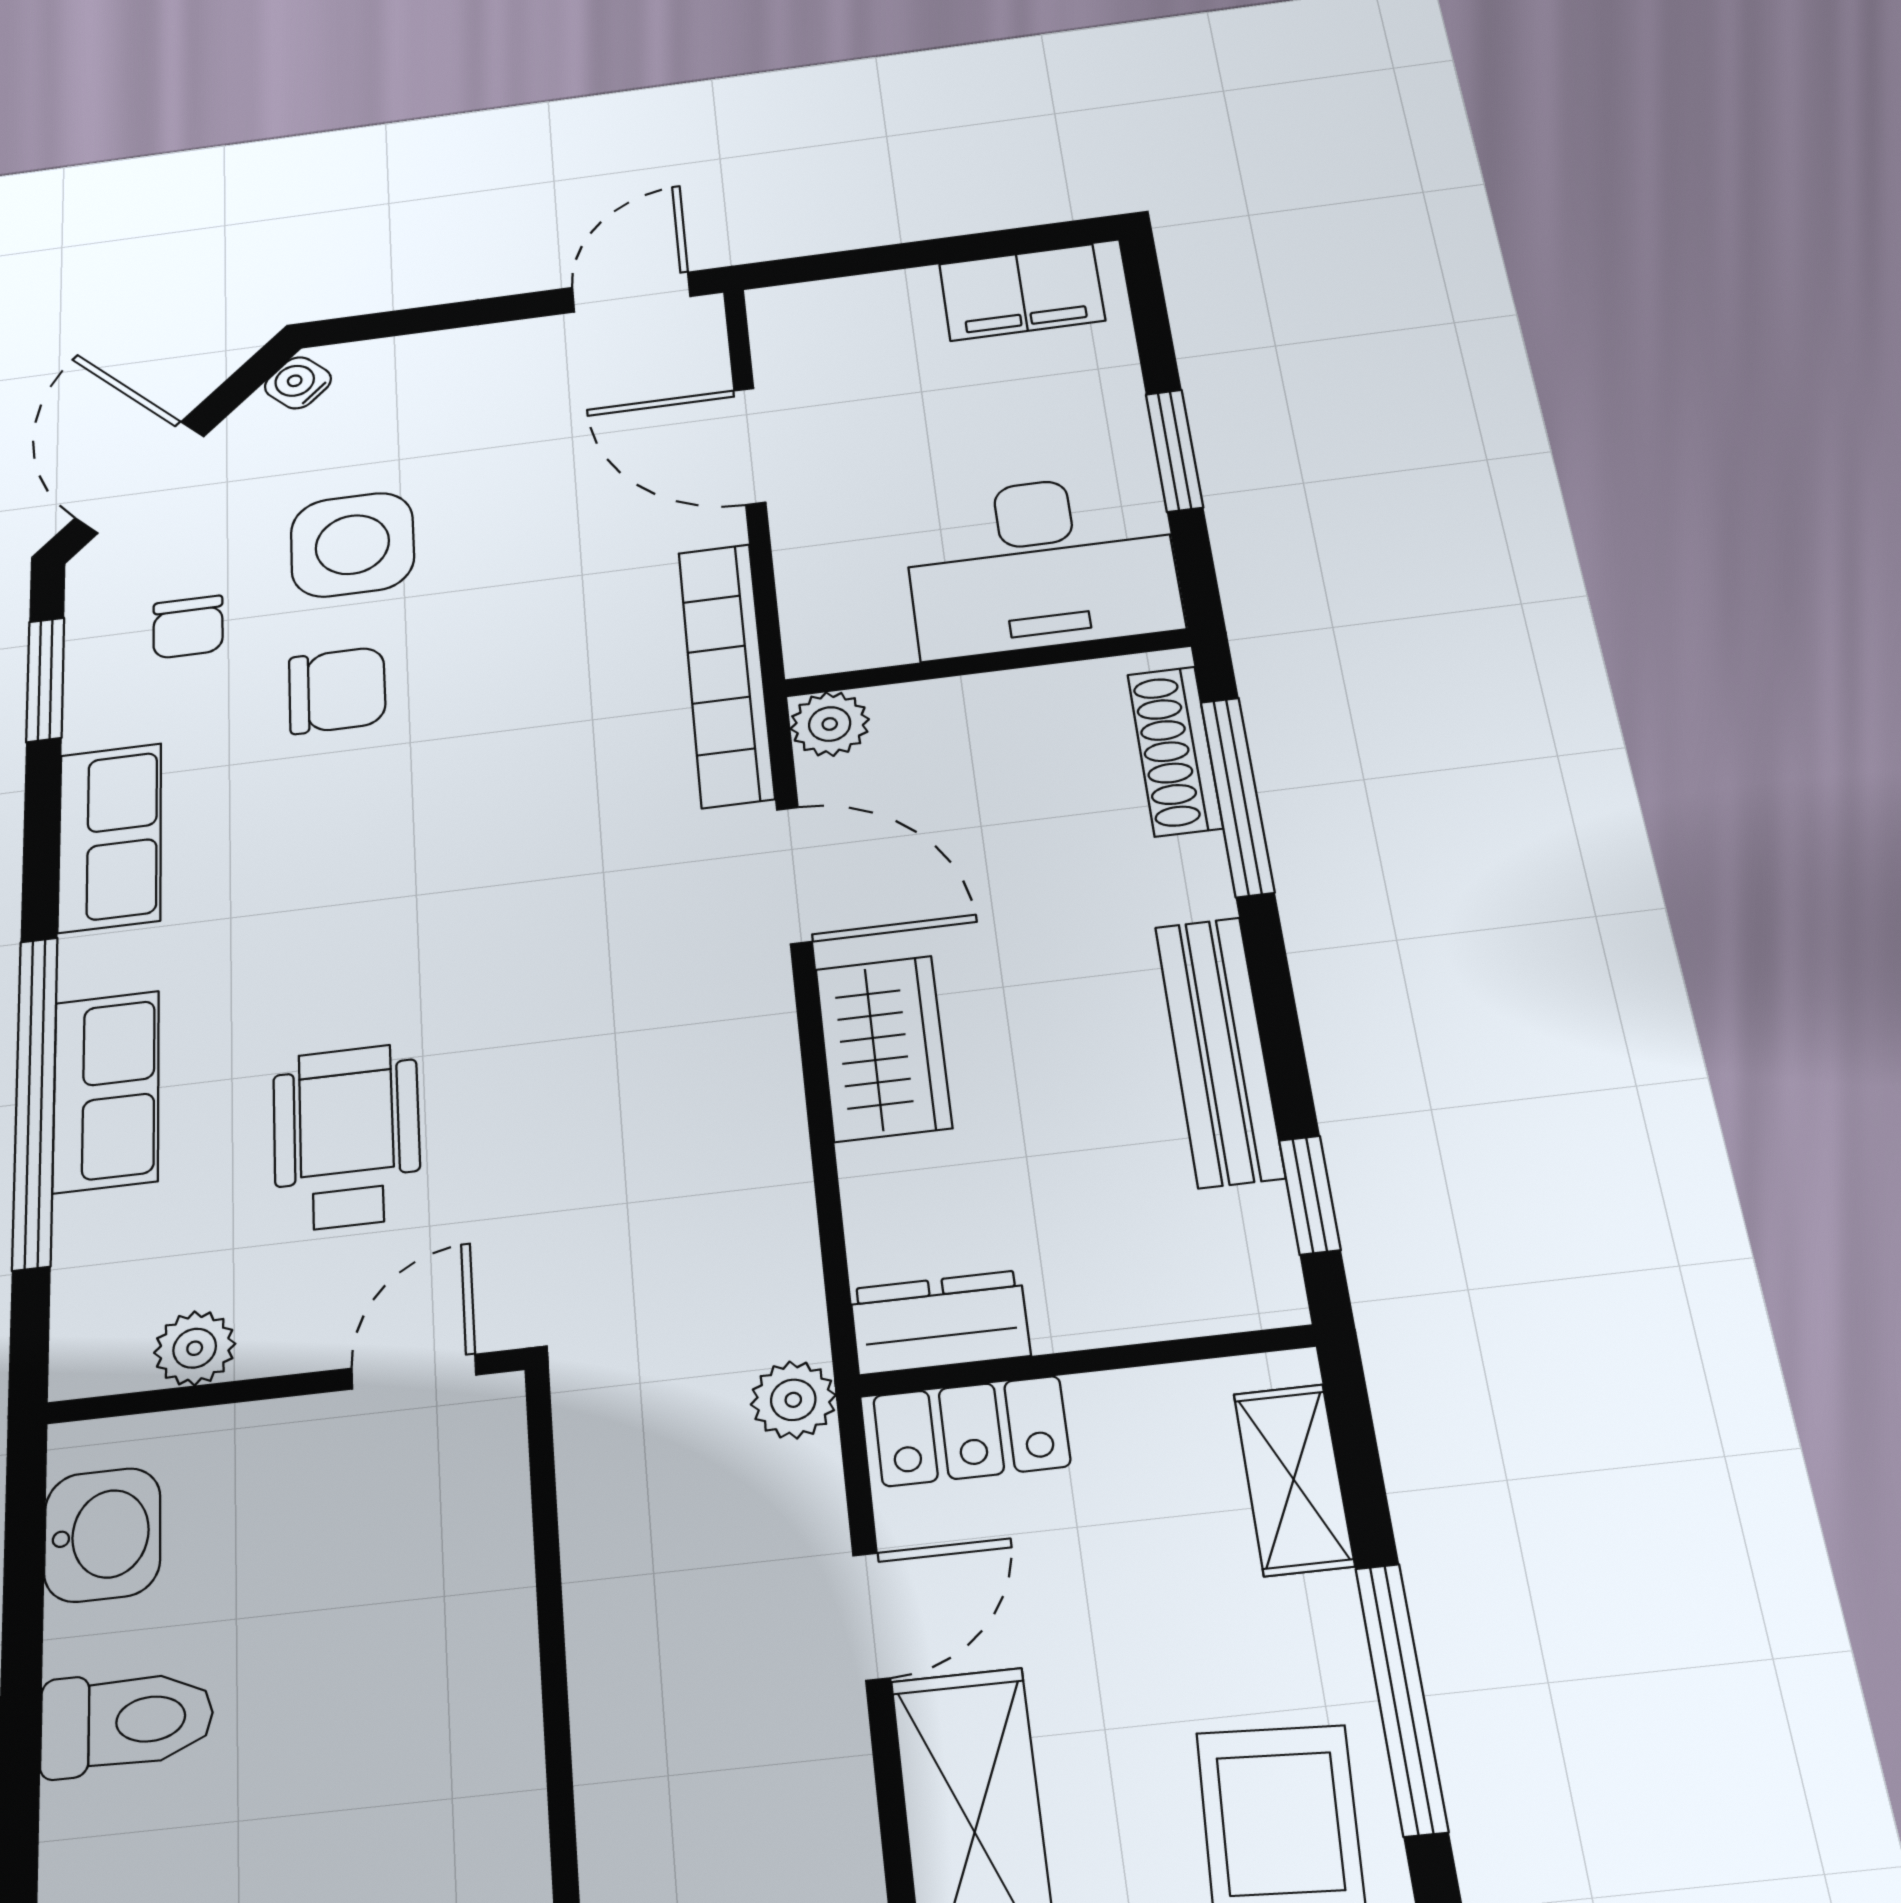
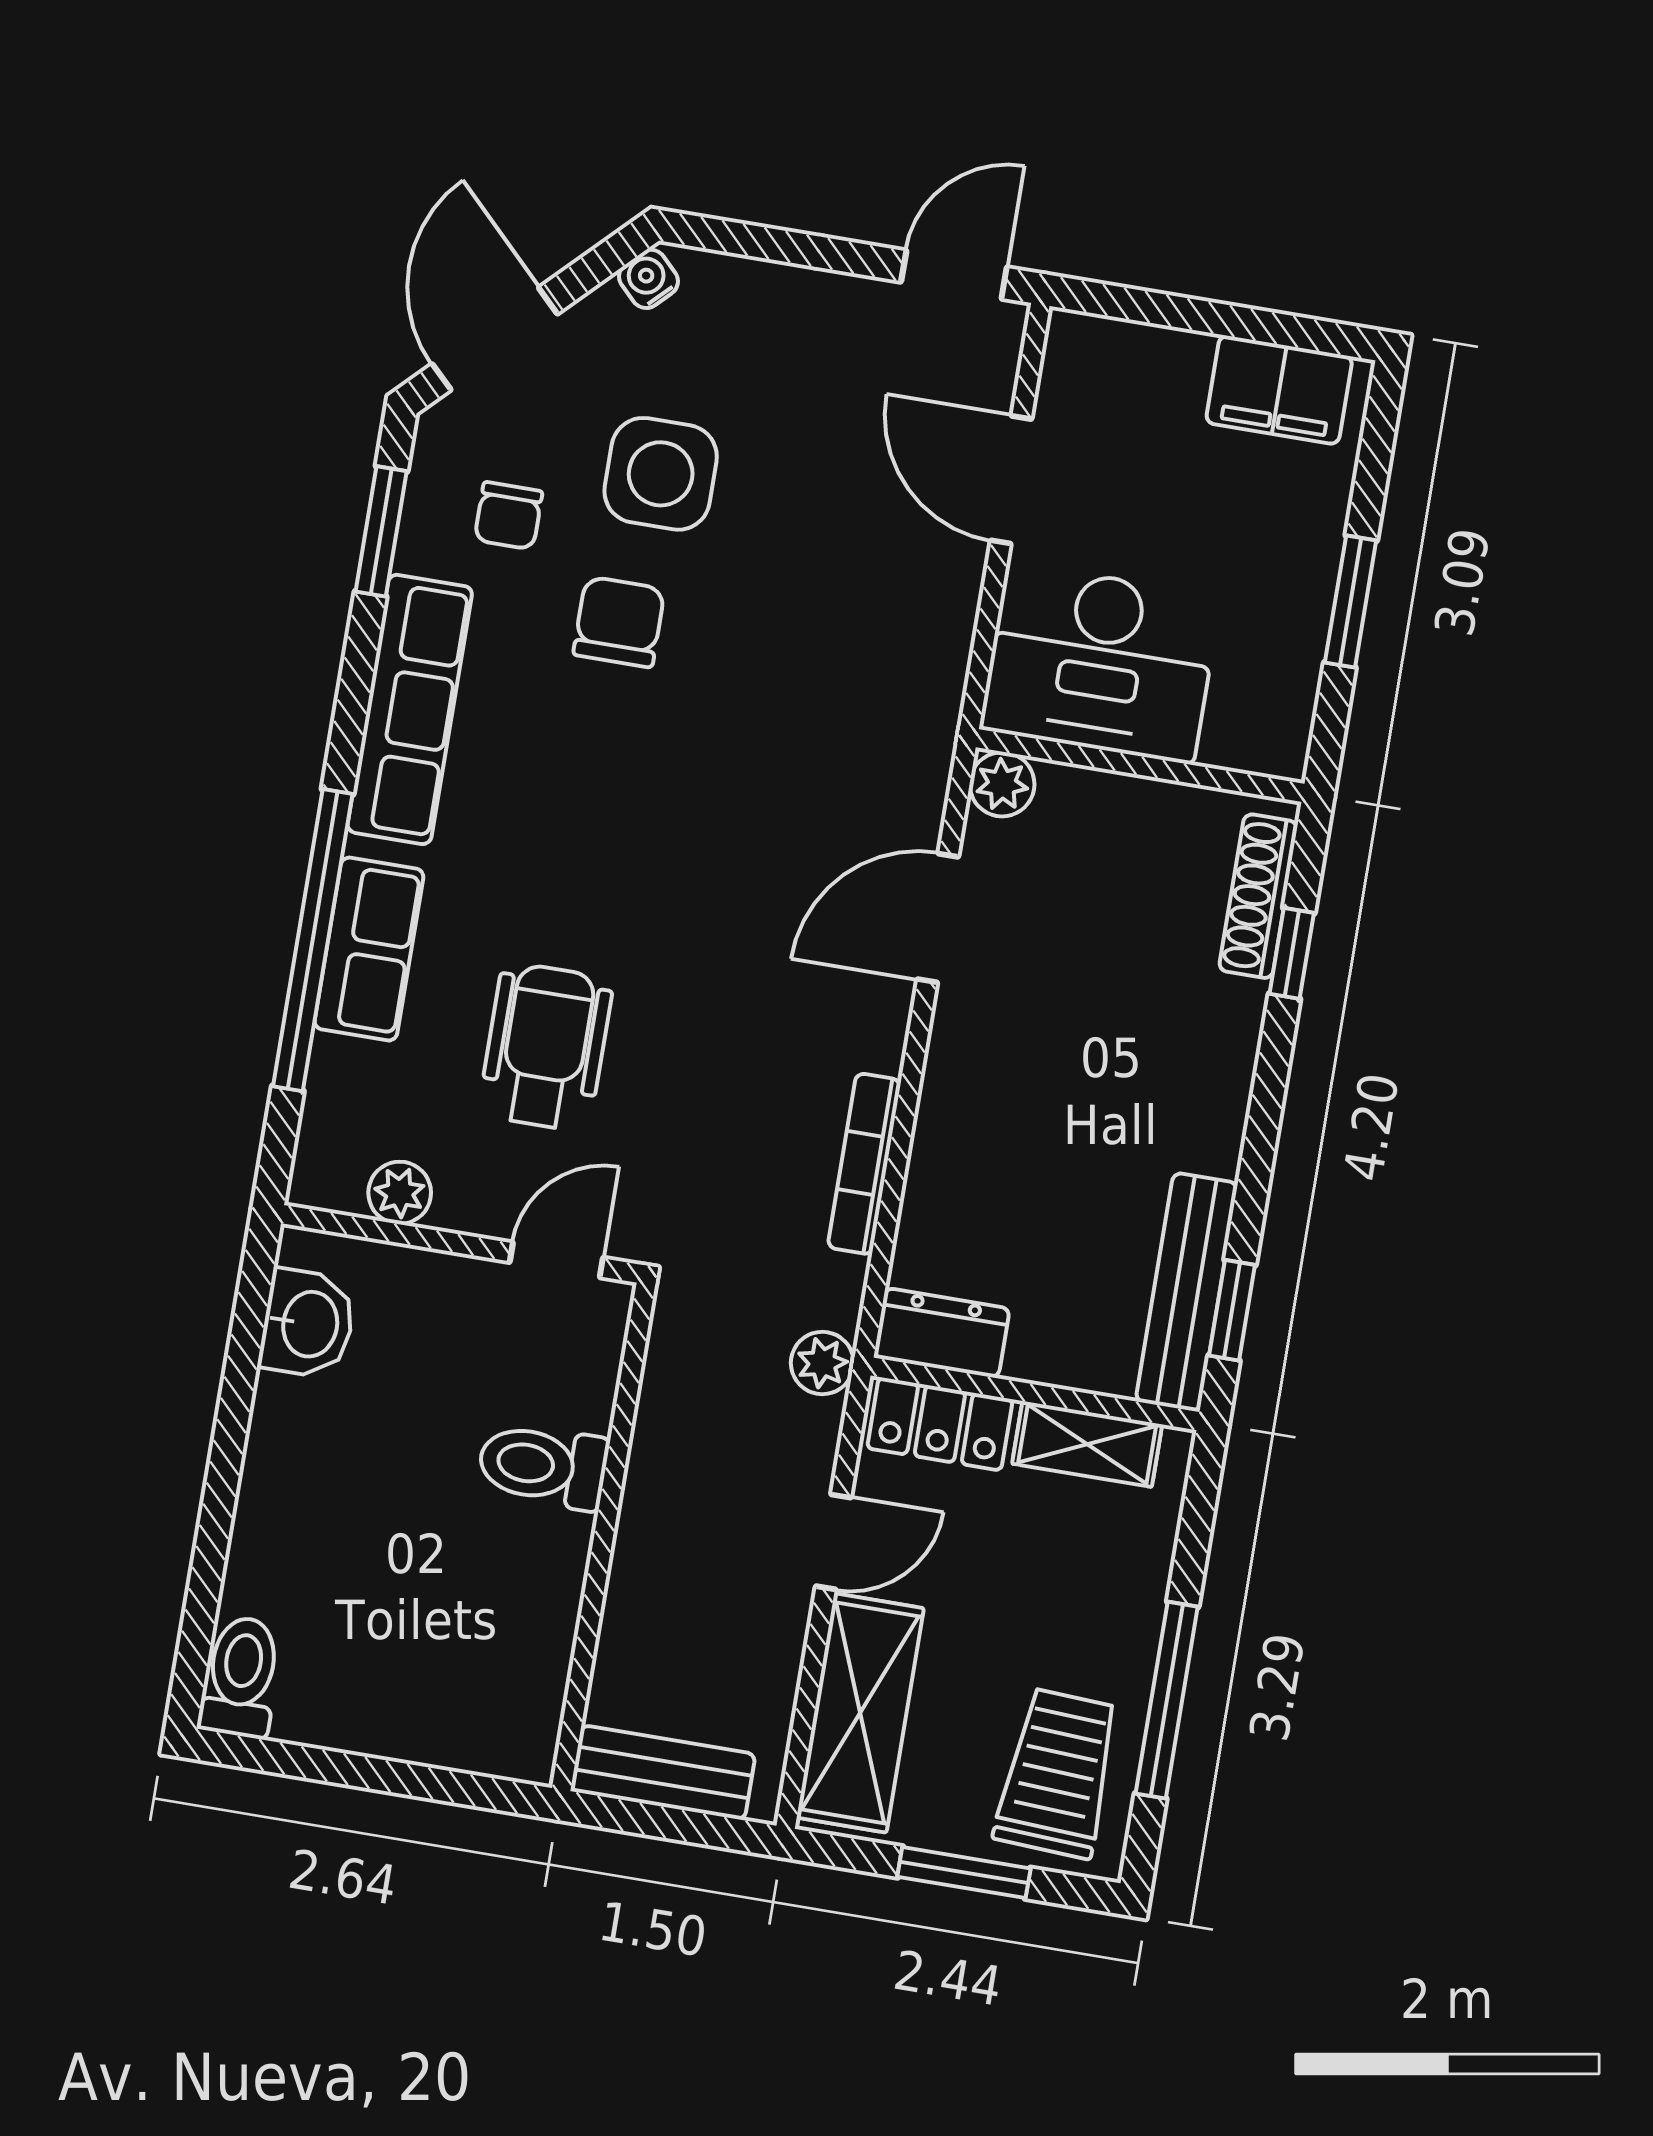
desk: (1041, 564) -> (1100, 663), moved
bookcase: (726, 674) -> (864, 1164), moved, width x0.68, depth x0.76
chair: (337, 690) -> (619, 622), turned -90
window: (1237, 796) -> (1292, 953), width x0.46
row of seats: (110, 837) -> (410, 709), width x1.48
door: (794, 875) -> (938, 918), swing flipped
wardrobe: (883, 1048) -> (963, 1094), removed
bench: (1219, 1050) -> (1187, 1292), moved
shelving: (1294, 1479) -> (1087, 1444), moved, turned 90
toilet: (127, 1722) -> (543, 1466), moved, turned 180

